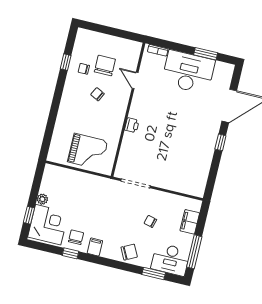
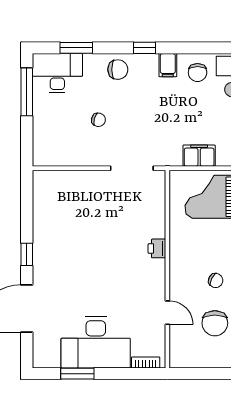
filing cabinet: (190, 222) -> (199, 156), moved, turned -90
chair: (129, 252) -> (118, 70), turned -153
window: (70, 253) -> (144, 48), moved

